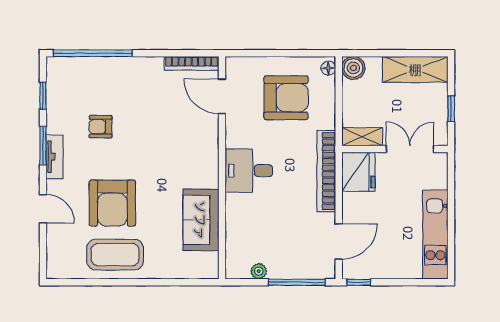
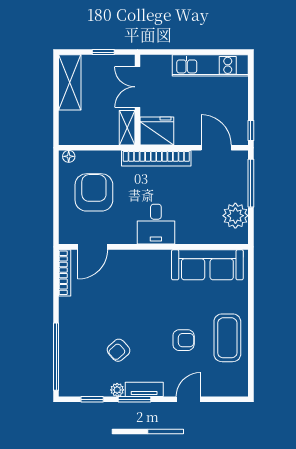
boiler: (353, 68) -> (69, 135), removed
plant: (54, 125) -> (117, 390), added
armchair: (101, 127) -> (119, 350), turned 48
armchair: (112, 203) -> (184, 340), width x0.53, depth x0.53
sofa: (201, 220) -> (207, 265), width x1.36
plant: (259, 271) -> (235, 216), width x1.88, depth x1.88

